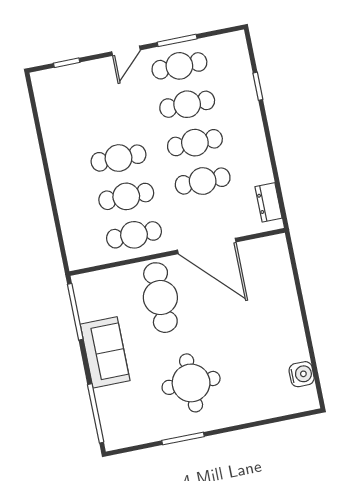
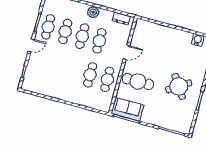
door: (126, 51) -> (31, 45), hinge flipped
plant: (253, 140) -> (93, 12), added
cafe table: (119, 158) -> (73, 70), removed
door: (207, 246) -> (126, 52), width x0.53
sofa: (105, 352) -> (127, 109), moved
round table: (191, 383) -> (179, 86), turned -33

